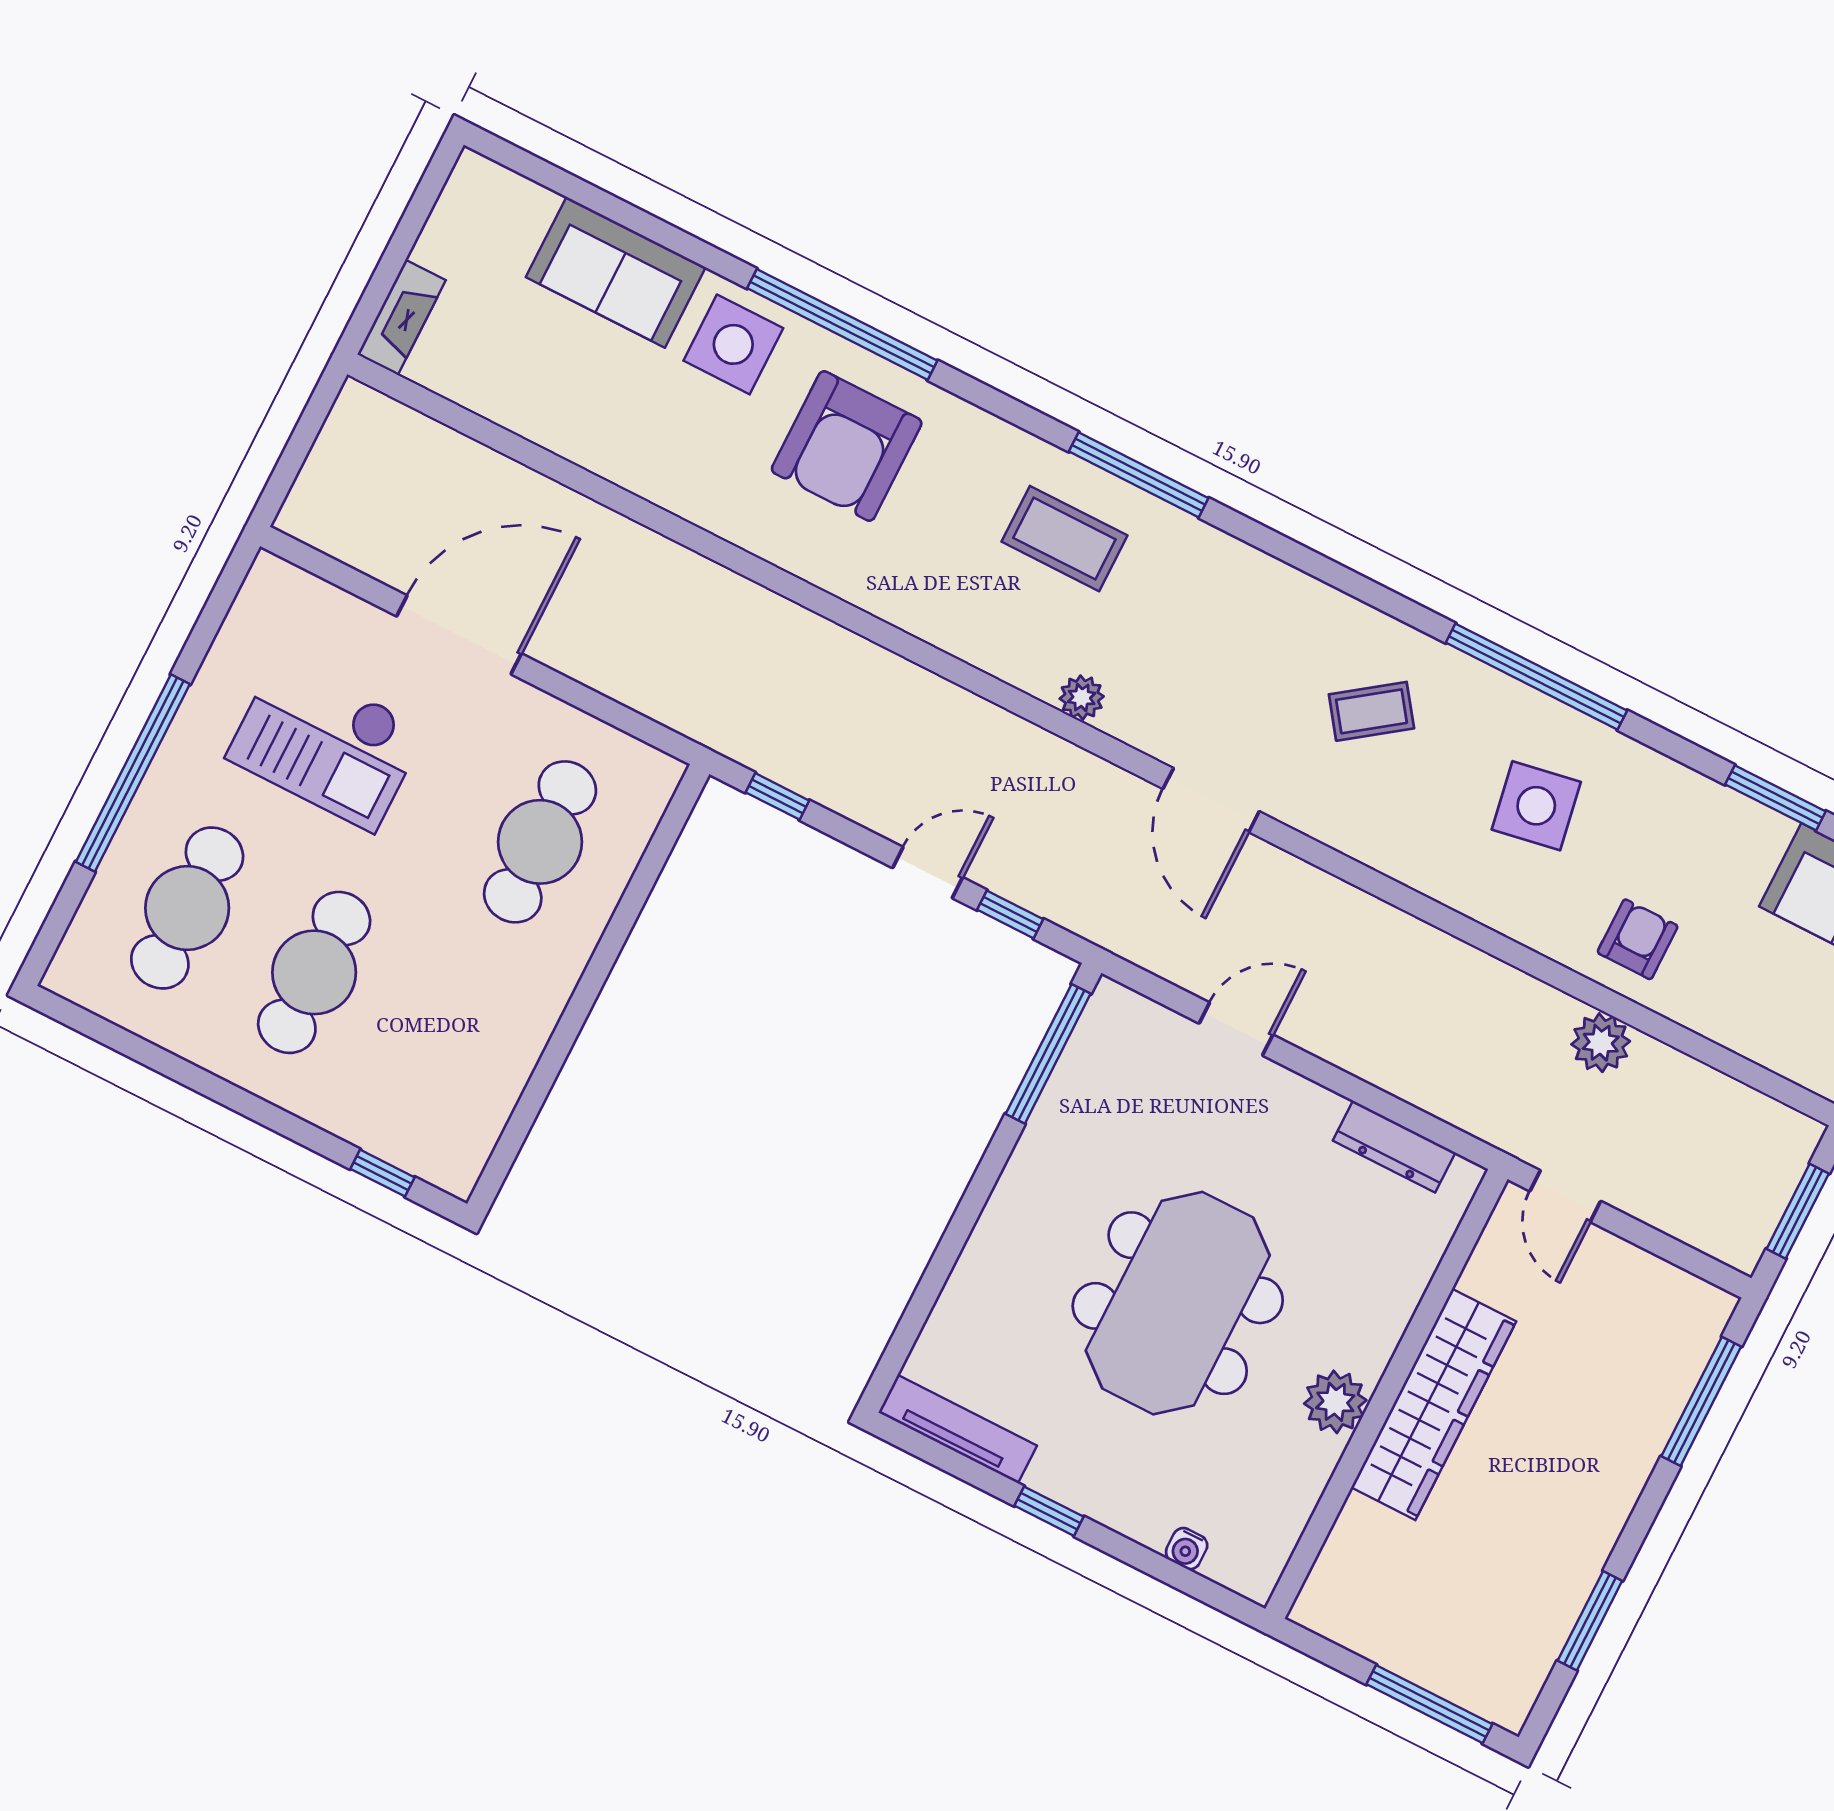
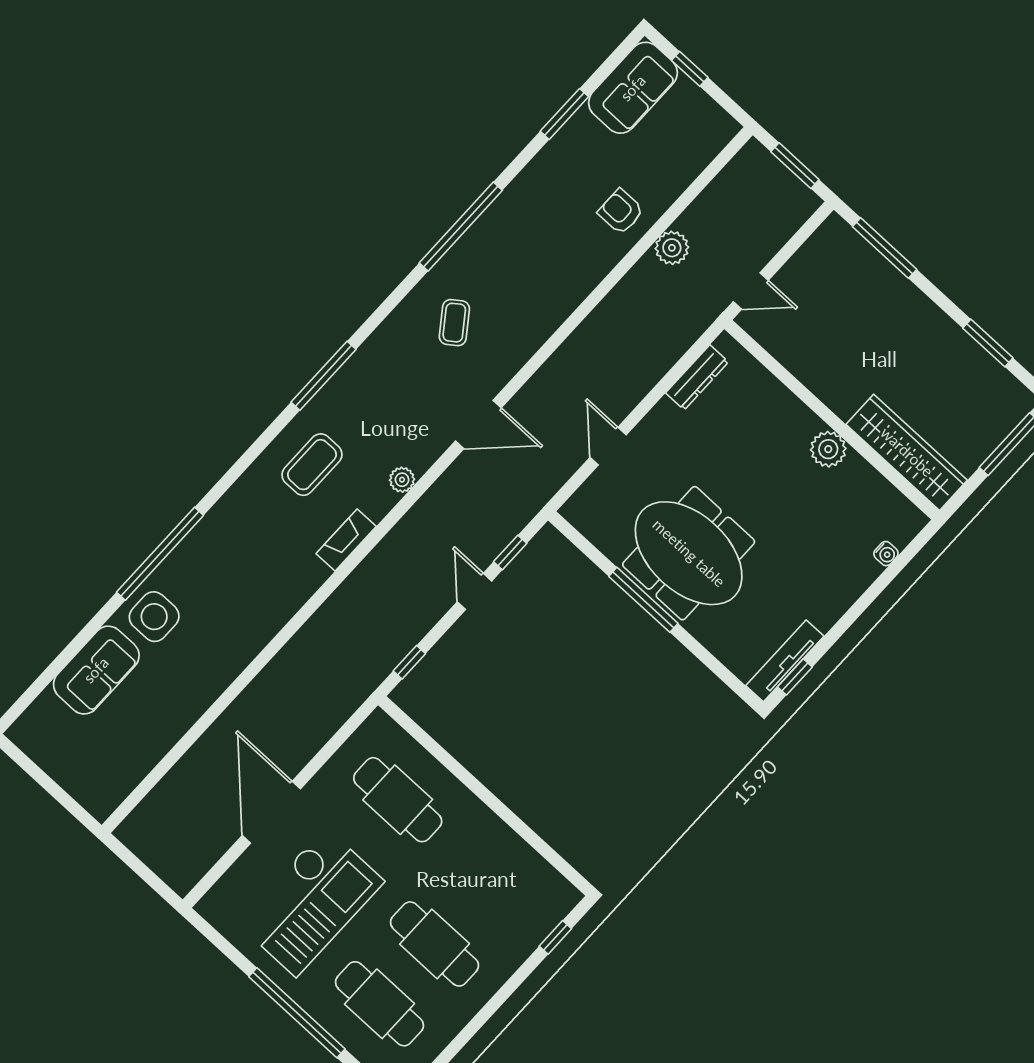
fireplace: (401, 317) -> (346, 540), moved, turned -90
armchair: (847, 446) -> (227, 570), removed
window: (1139, 475) -> (324, 376), moved
checkout: (326, 743) -> (311, 902), width x1.36, depth x1.21
side table: (1536, 806) -> (532, 247), removed
window: (1048, 1054) -> (643, 600), moved
meeting table: (1178, 1303) -> (689, 553), moved
wardrobe: (1434, 1404) -> (907, 452), moved
window: (1049, 1511) -> (795, 677), moved

